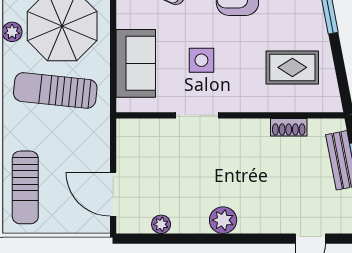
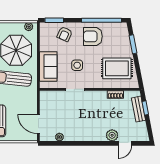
rug: (292, 67) -> (117, 68), width x1.36, depth x1.43
plant: (223, 220) -> (112, 135), moved

